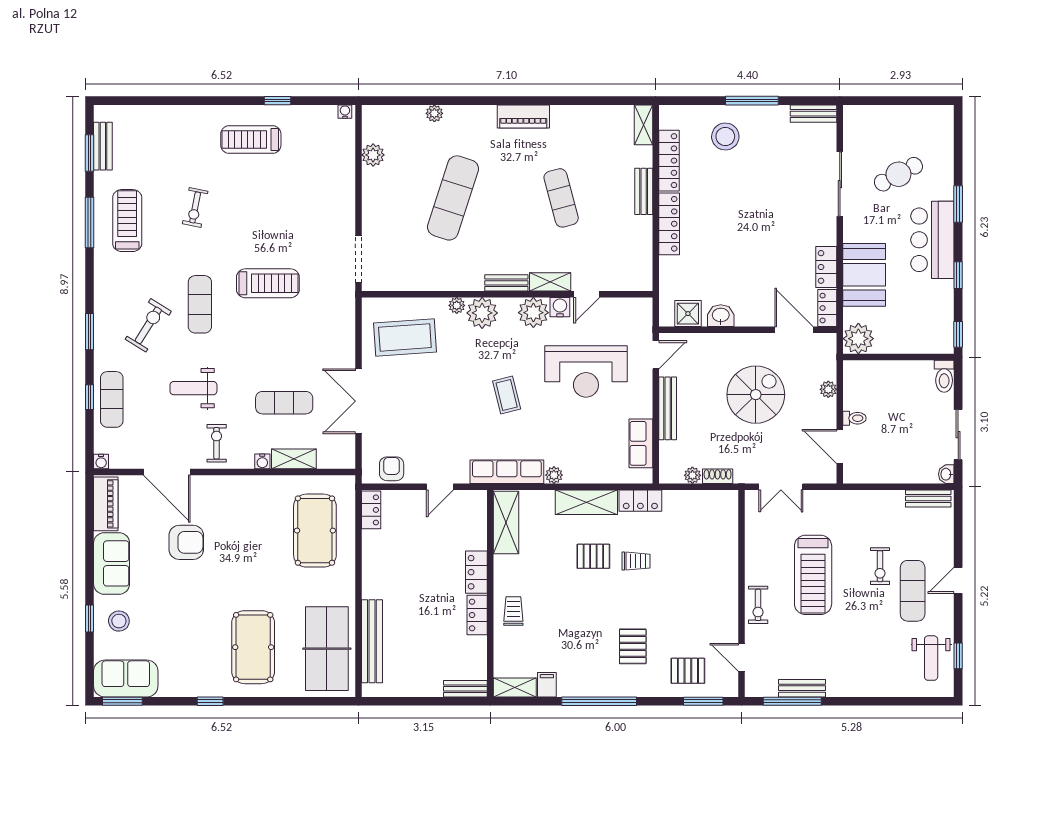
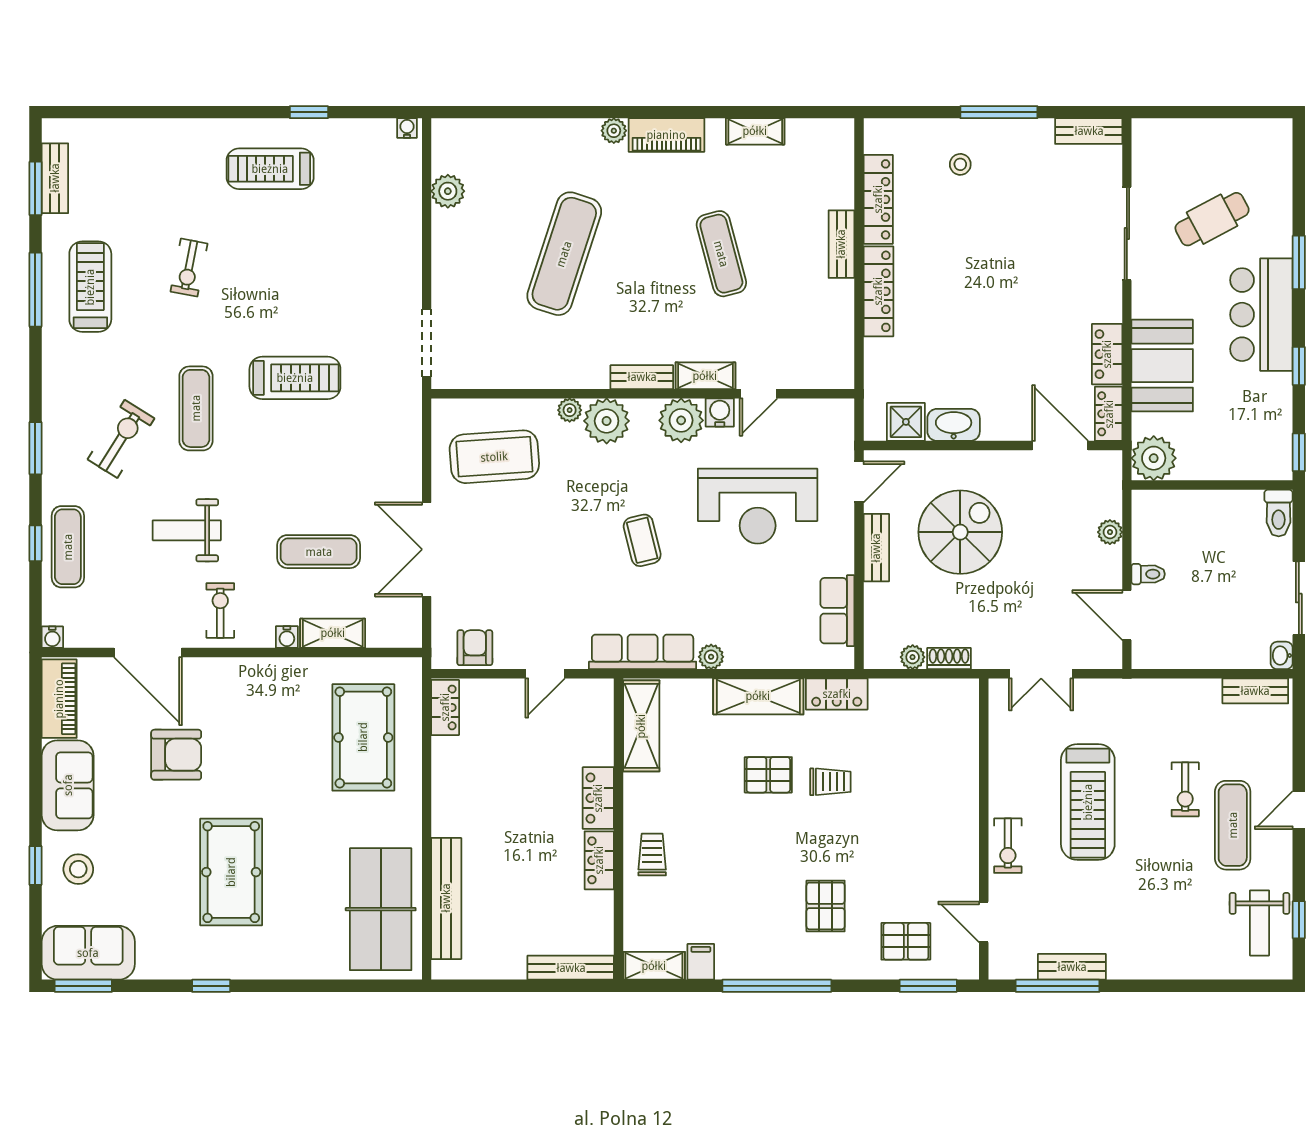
plant: (434, 113) -> (614, 131), moved
shelving: (643, 125) -> (755, 131), moved, turned 90
stool: (725, 137) -> (960, 164), width x0.53, depth x0.53
washbasin: (721, 316) -> (954, 425), width x1.38
spiral stairs: (756, 395) -> (960, 532), moved
bench: (668, 408) -> (876, 548), width x0.73
pool table: (253, 647) -> (231, 872), moved
bench: (465, 689) -> (571, 968), width x1.36

